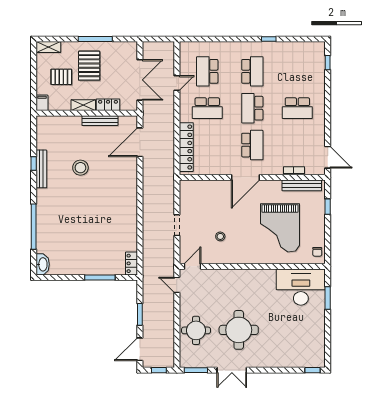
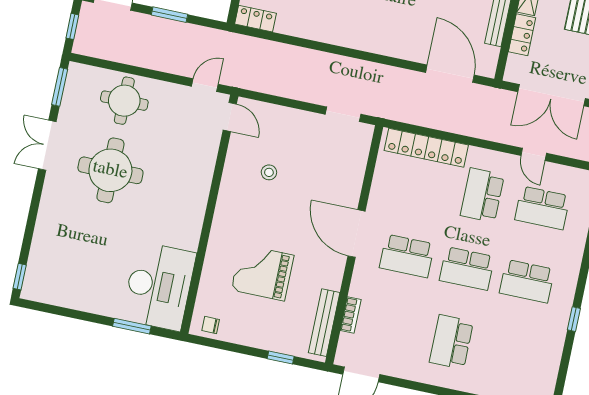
school desk: (207, 71) -> (542, 208), turned 180
school desk: (252, 108) -> (467, 269), turned 180
doorway: (177, 225) -> (343, 114), moved
grand piano: (280, 228) -> (262, 273), width x0.73, depth x0.68

